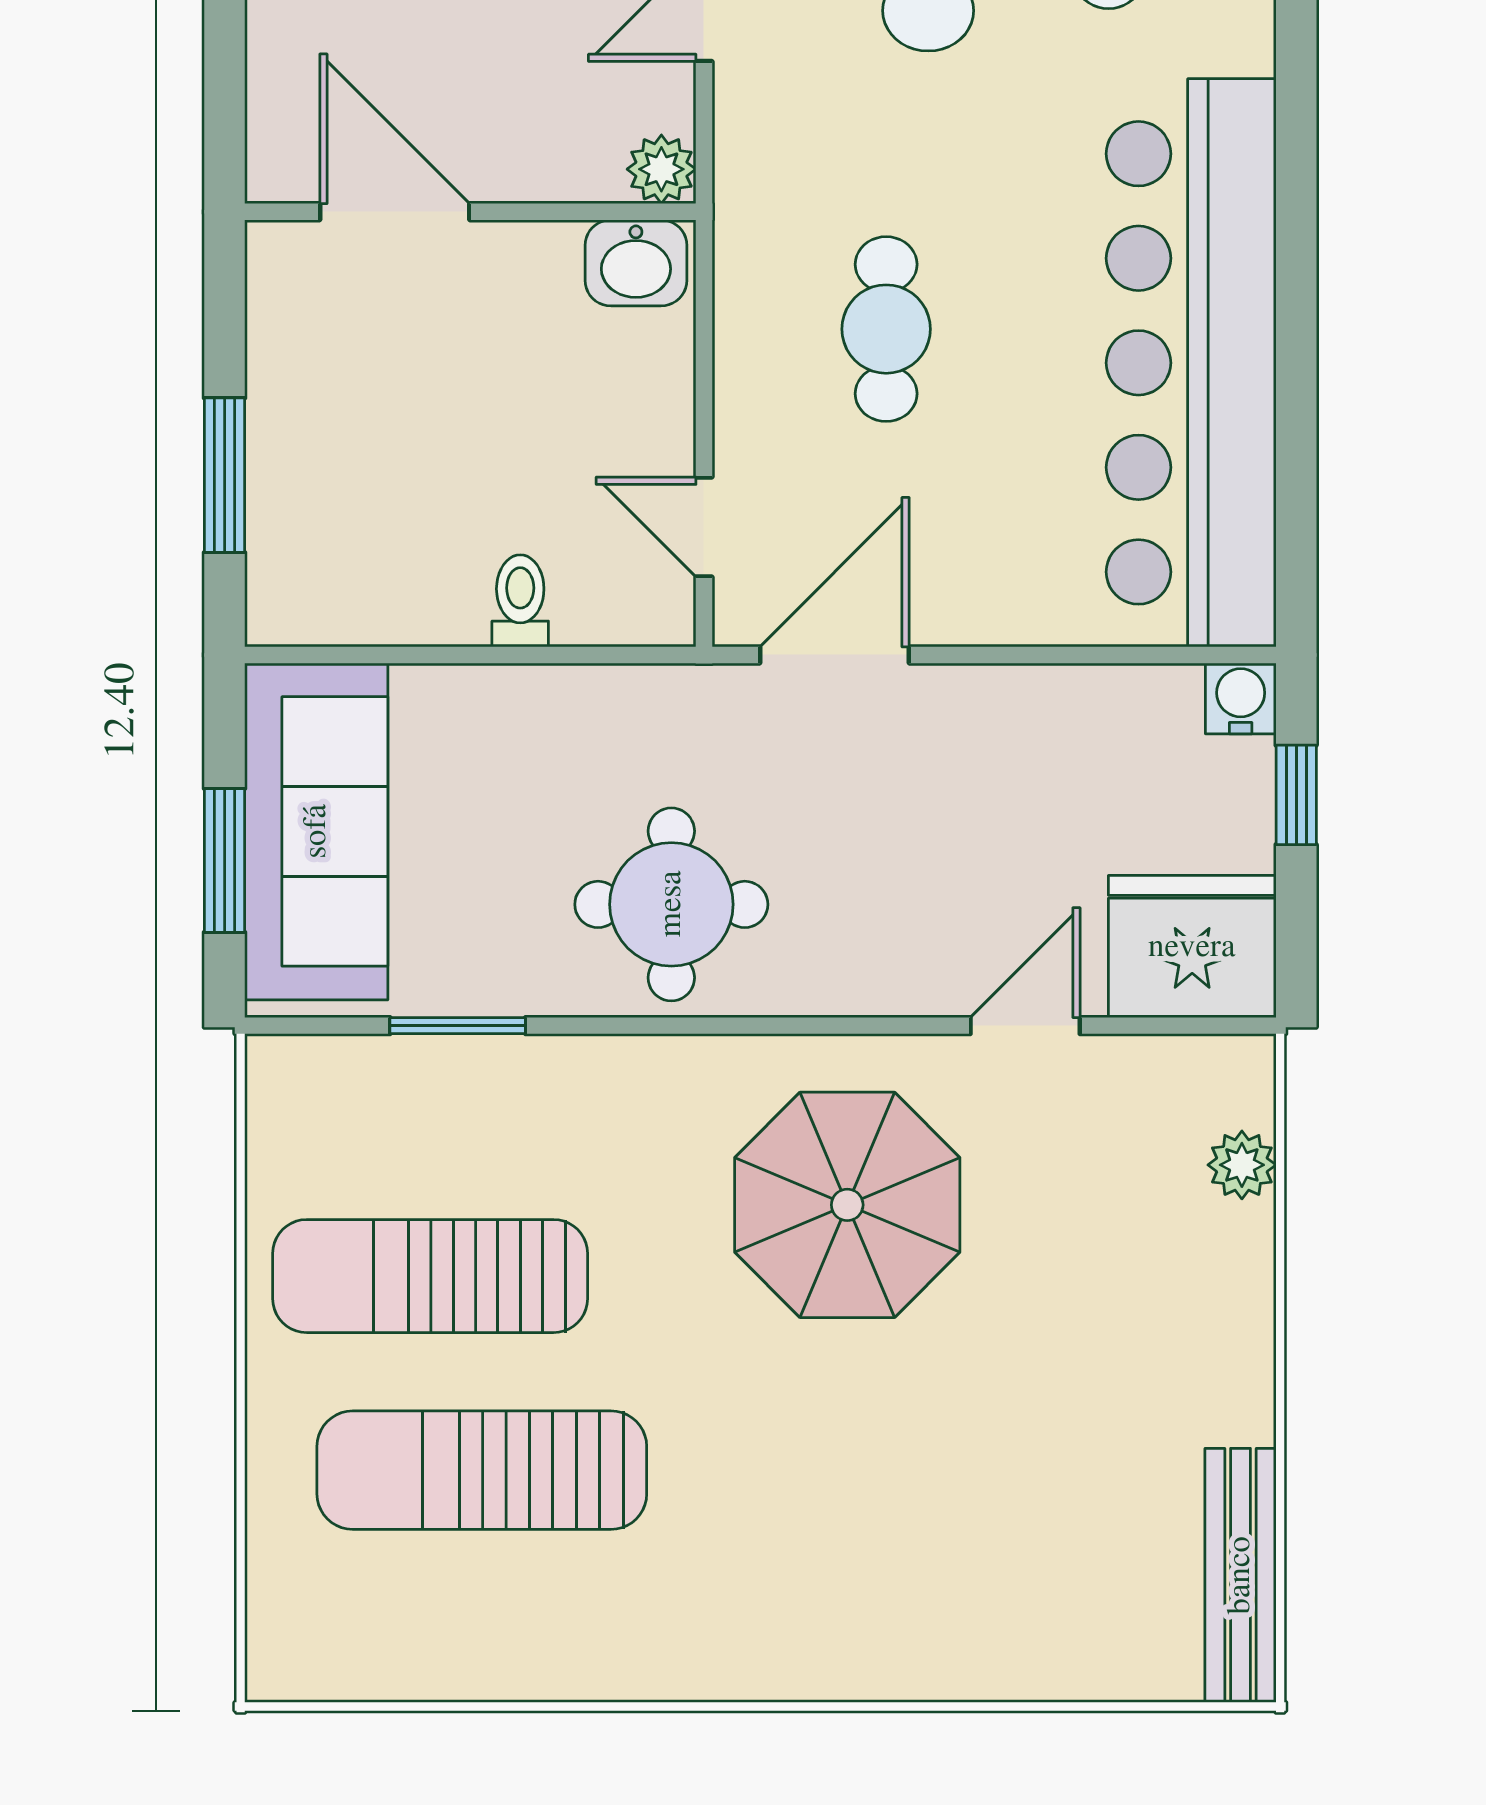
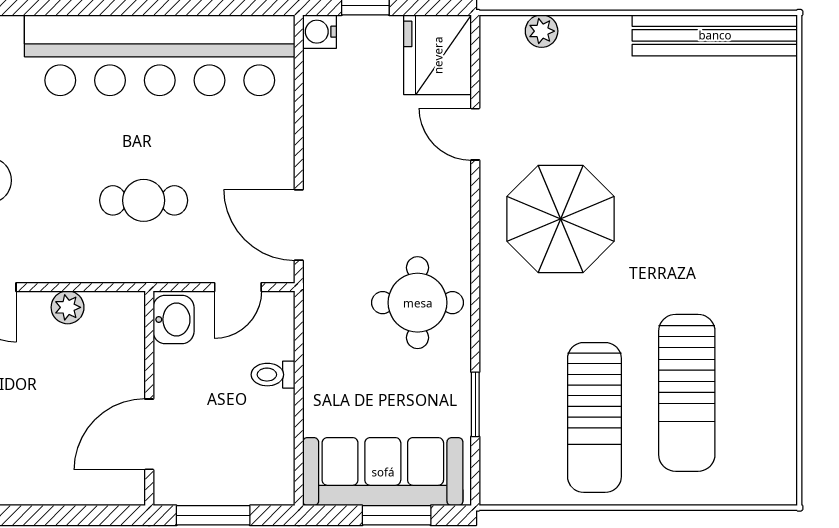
door: (395, 212) -> (149, 434), moved
wall: (470, 212) -> (149, 398), moved
washbasin: (636, 263) -> (174, 319), moved
bench: (1240, 1575) -> (715, 35), width x1.37, depth x1.21

